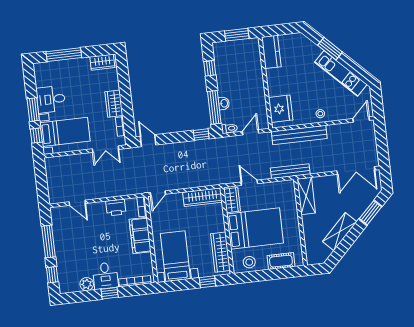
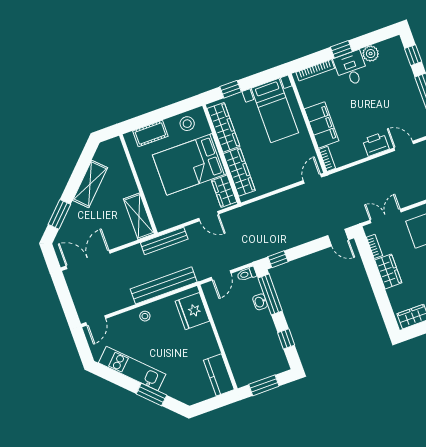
wardrobe: (203, 197) -> (239, 172), moved, turned 90
printer: (116, 208) -> (376, 144), moved

